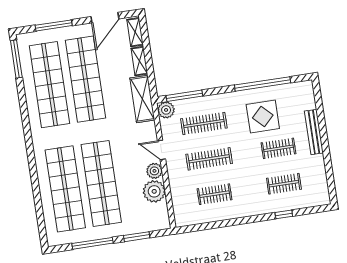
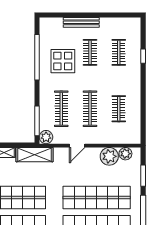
plant: (154, 171) -> (125, 154), moved

